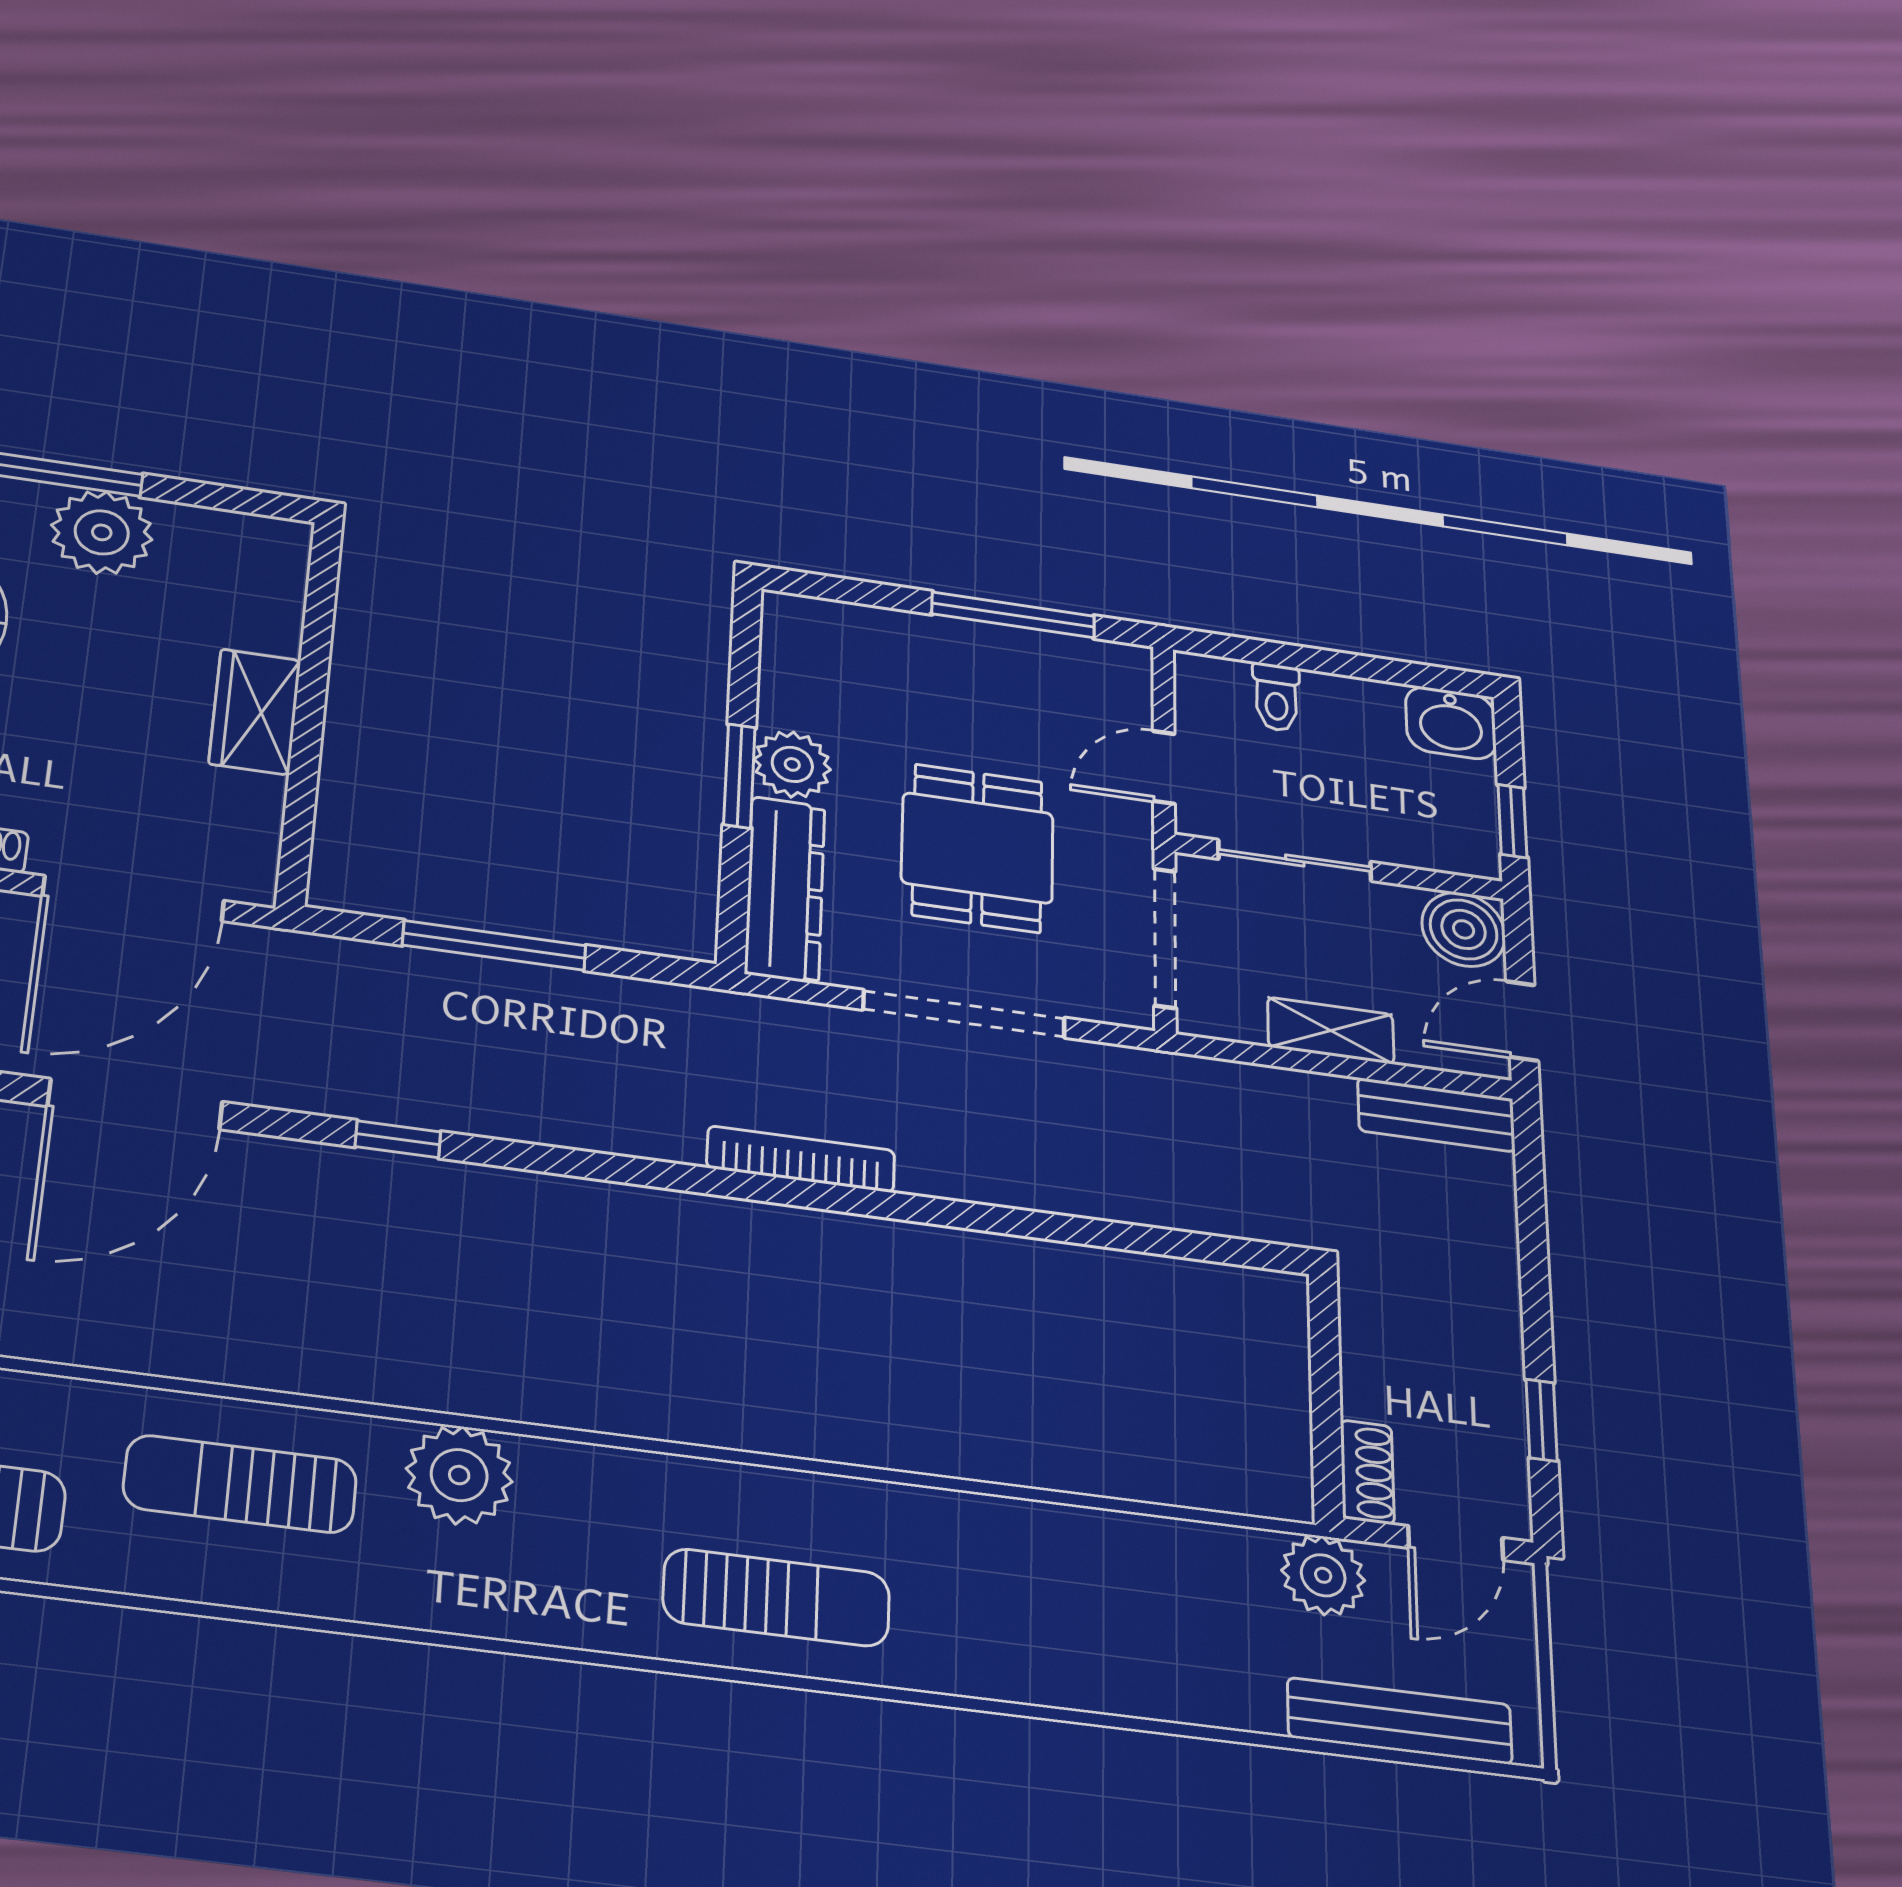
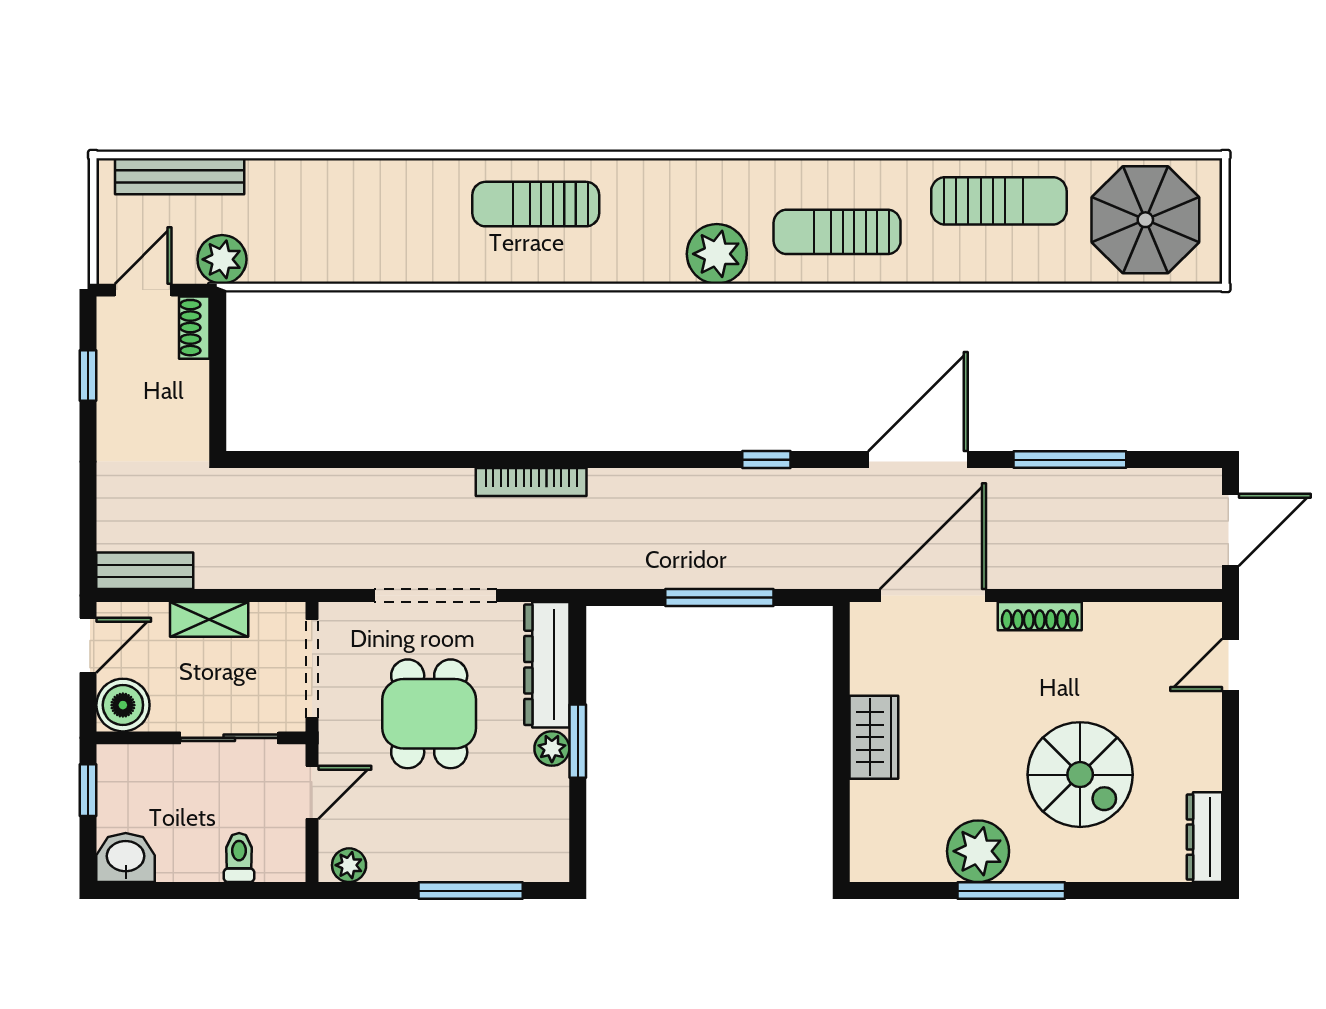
window: (1013, 615) -> (471, 891), moved
plant: (1106, 662) -> (349, 865), added
plant: (792, 764) -> (552, 748), width x0.73, depth x0.73
sun lounger: (240, 1484) -> (837, 232), turned 180

